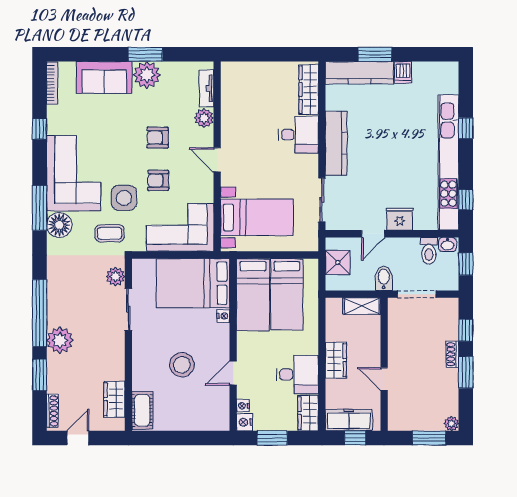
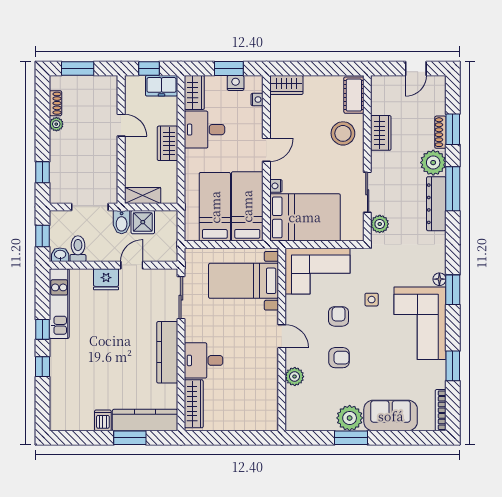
tv unit: (207, 88) -> (292, 405), removed
window: (40, 129) -> (453, 366), width x1.50
kitchen unit: (448, 163) -> (59, 304), width x0.54
armchair: (158, 180) -> (339, 316), turned -90
side table: (124, 198) -> (372, 300), width x0.54, depth x0.54
window: (466, 200) -> (42, 329), moved
window: (40, 208) -> (453, 290), width x0.69
floor lamp: (59, 225) -> (439, 279), width x0.53, depth x0.53
coffee table: (110, 233) -> (385, 265), removed
shower: (338, 263) -> (143, 222), moved
dresser: (57, 297) -> (436, 204), added
window: (40, 313) -> (453, 189), width x0.68
shoe rack: (452, 354) -> (55, 103), moved
stool: (182, 365) -> (343, 133), moved
window: (466, 372) -> (42, 132), removed
door: (233, 373) -> (266, 150), moved
wardrobe: (114, 399) -> (381, 133), moved
shoe rack: (52, 411) -> (440, 132), moved
freezer: (349, 420) -> (162, 86), width x0.71
wardrobe: (212, 421) -> (286, 85), added
nightstand: (245, 422) -> (236, 83), moved, turned -90
plant: (451, 424) -> (56, 124), moved

